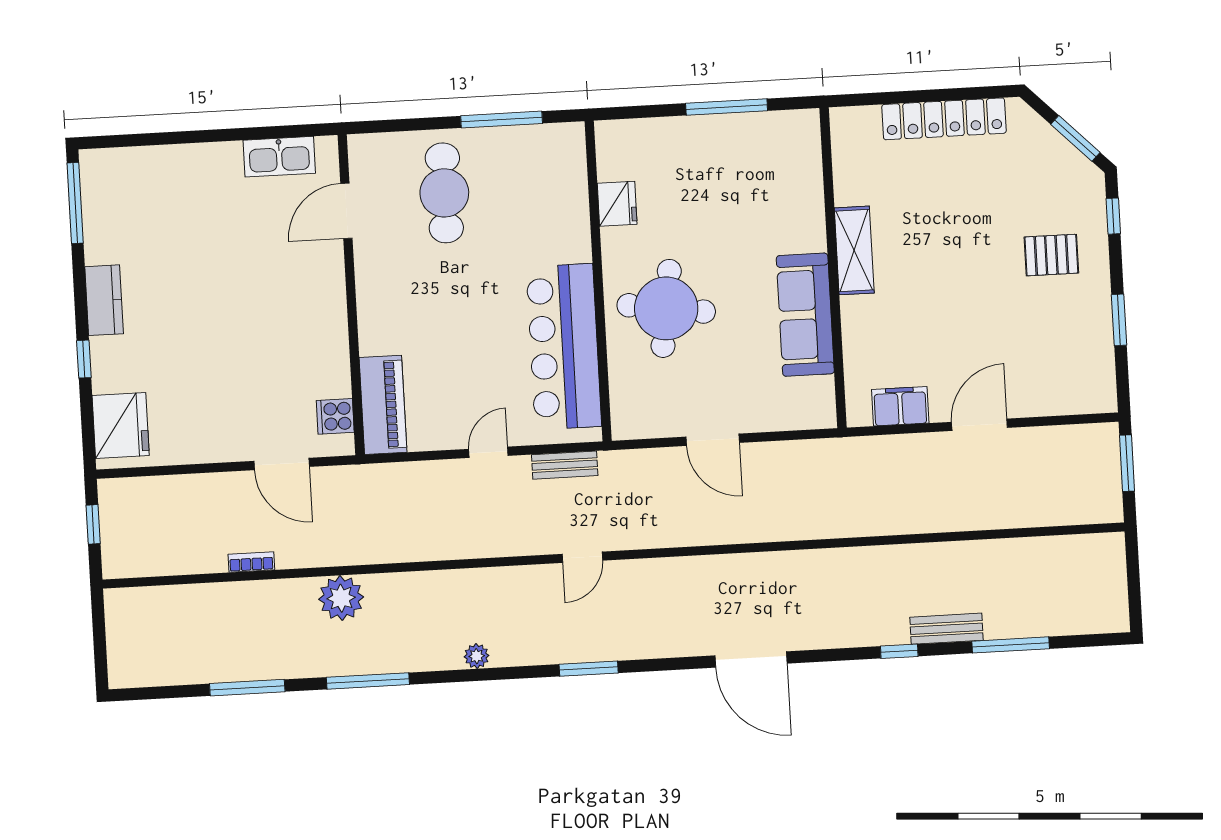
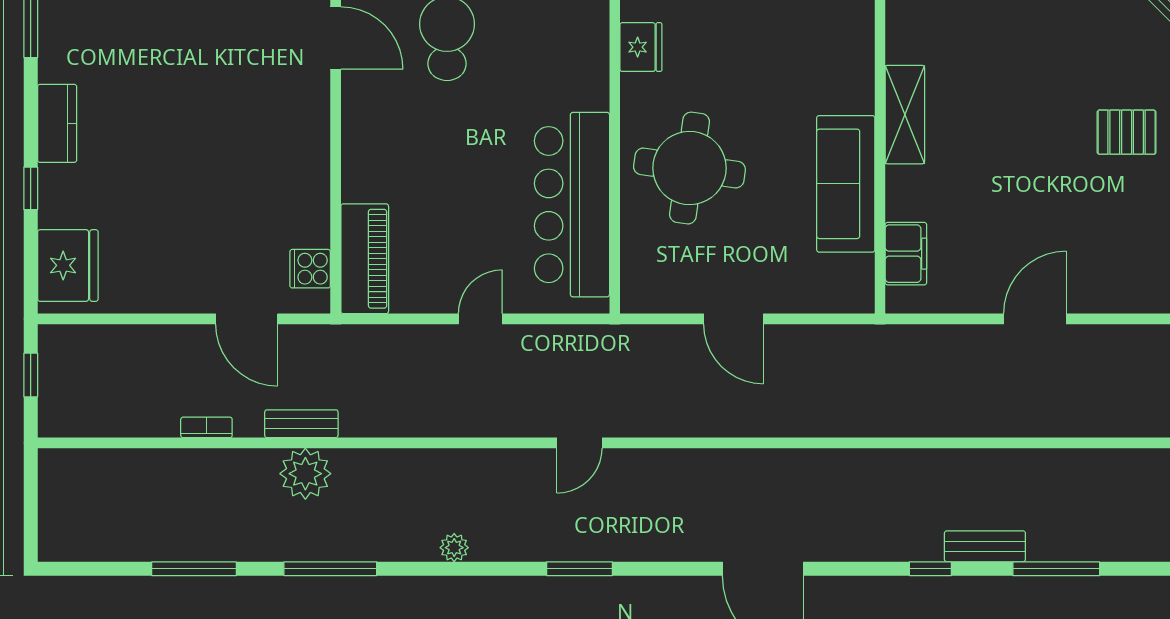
door: (346, 211) -> (336, 38), swing flipped
filing cabinet: (900, 406) -> (906, 254), moved, turned 90
bench: (565, 465) -> (301, 424), moved

